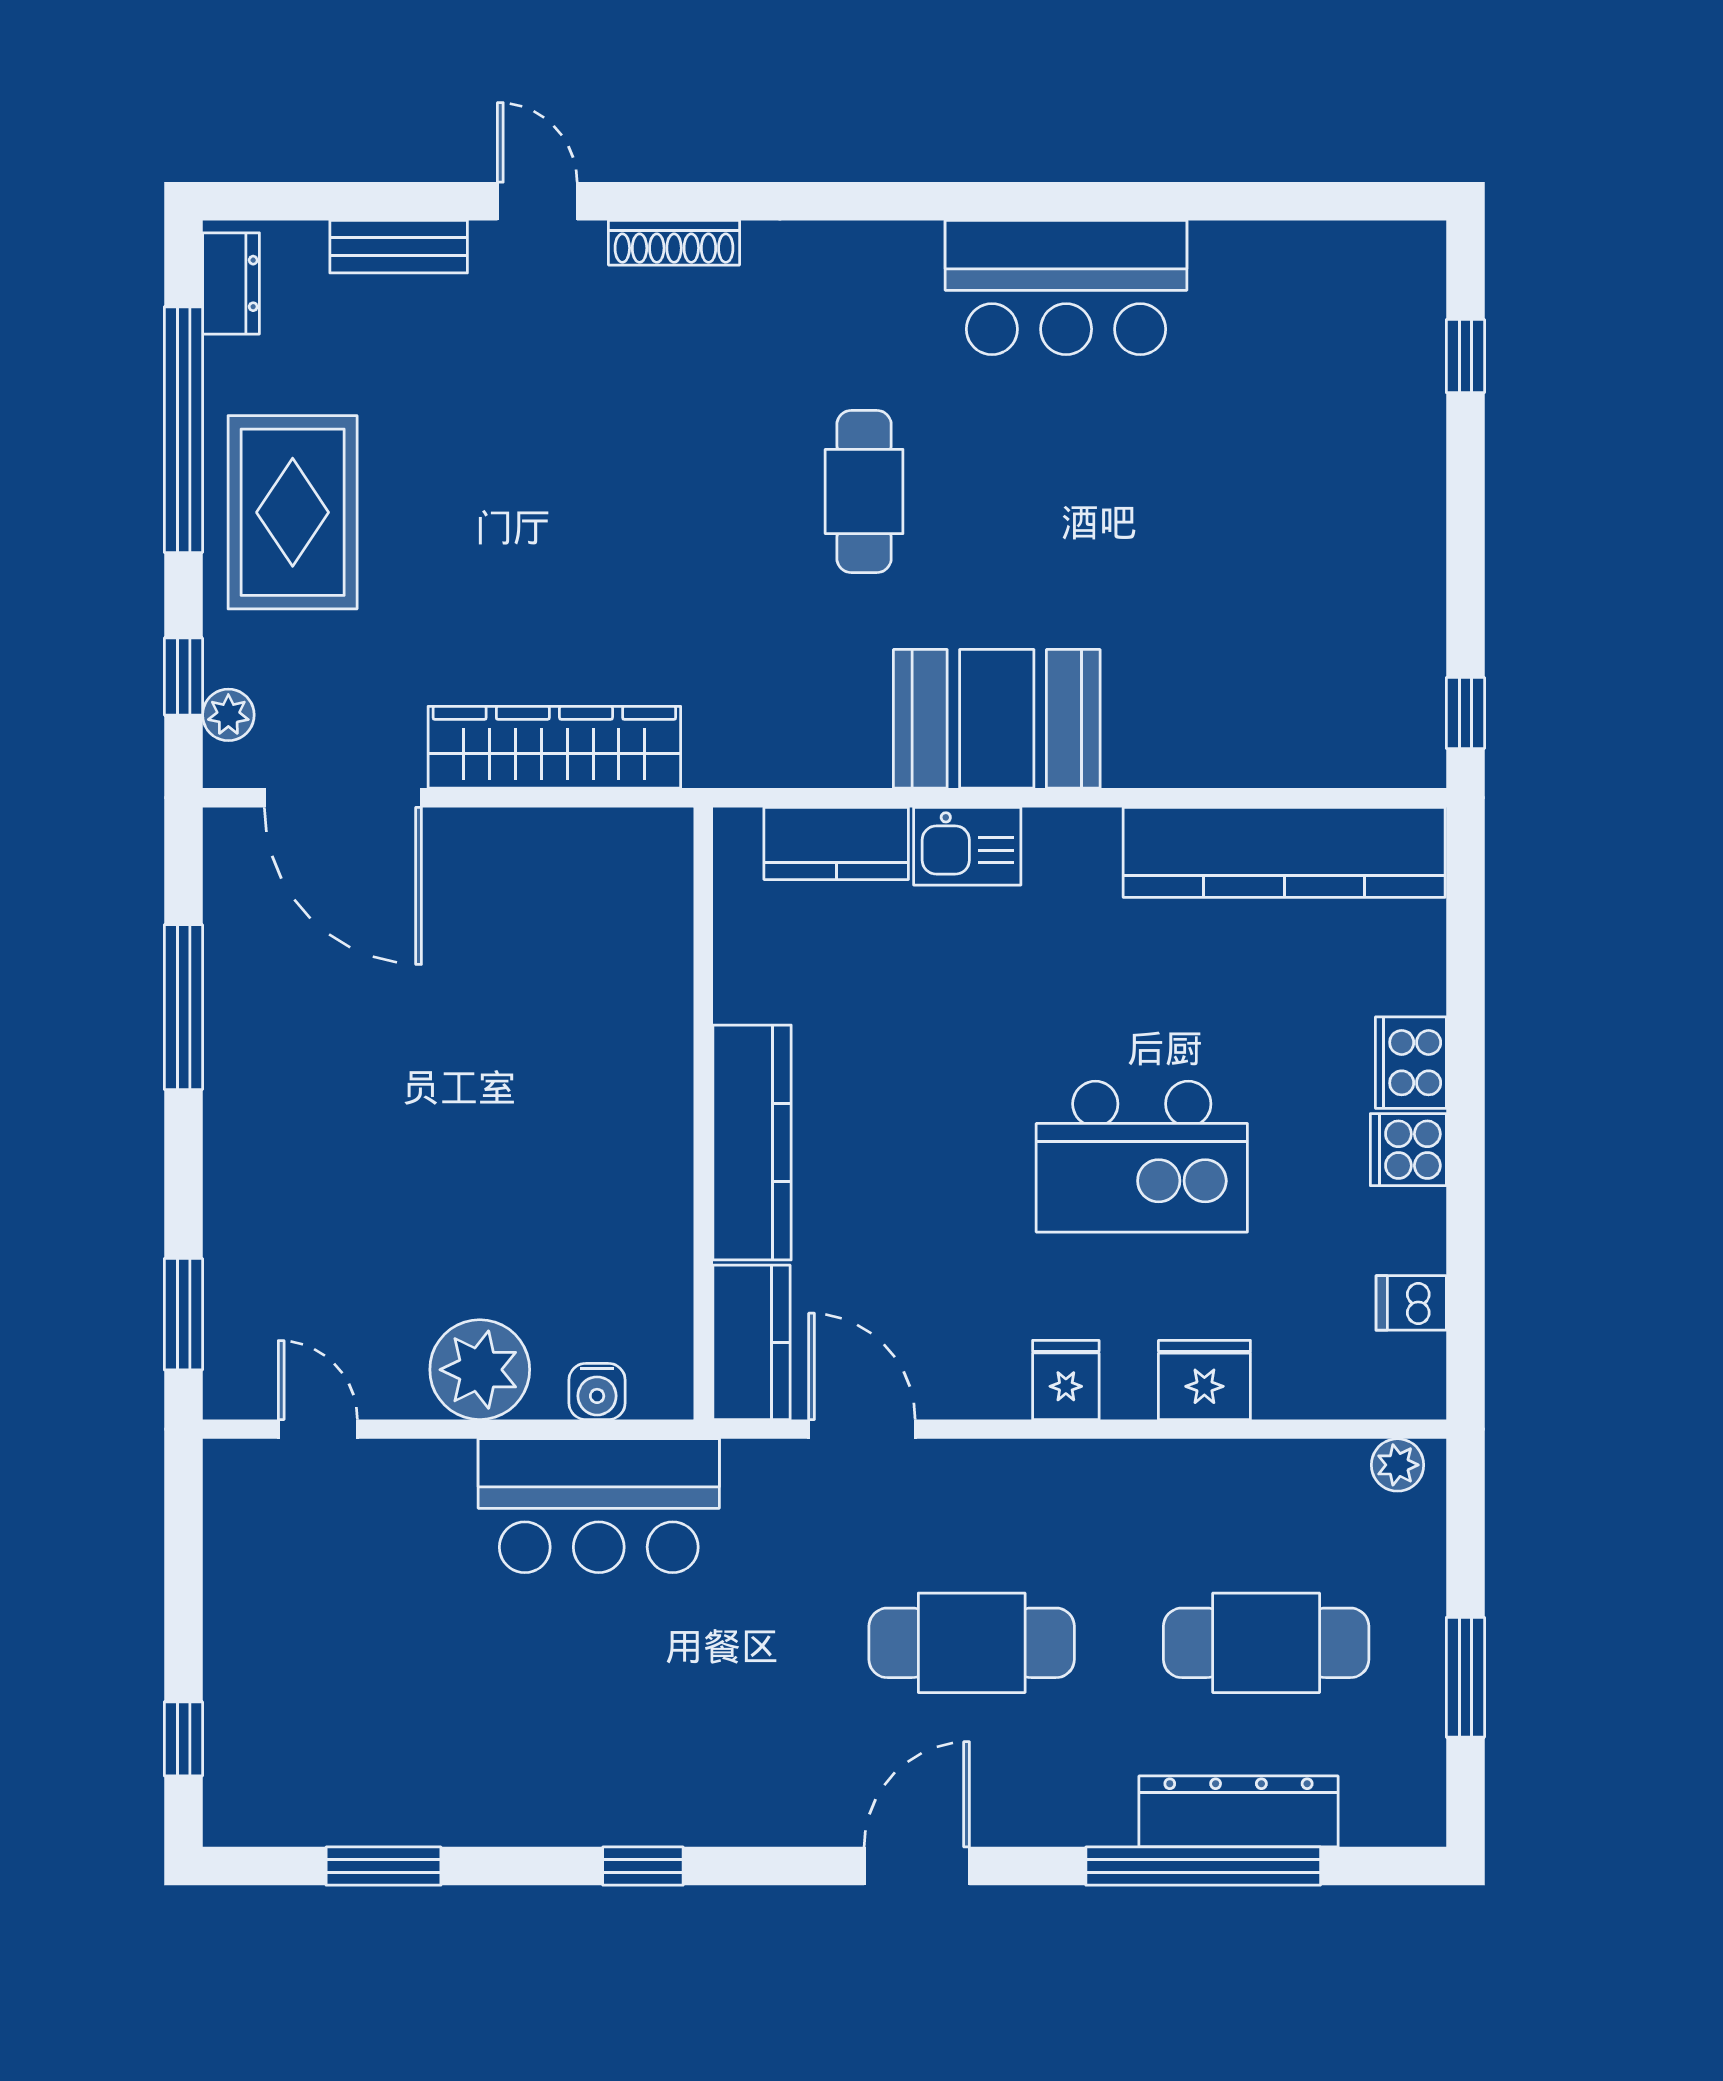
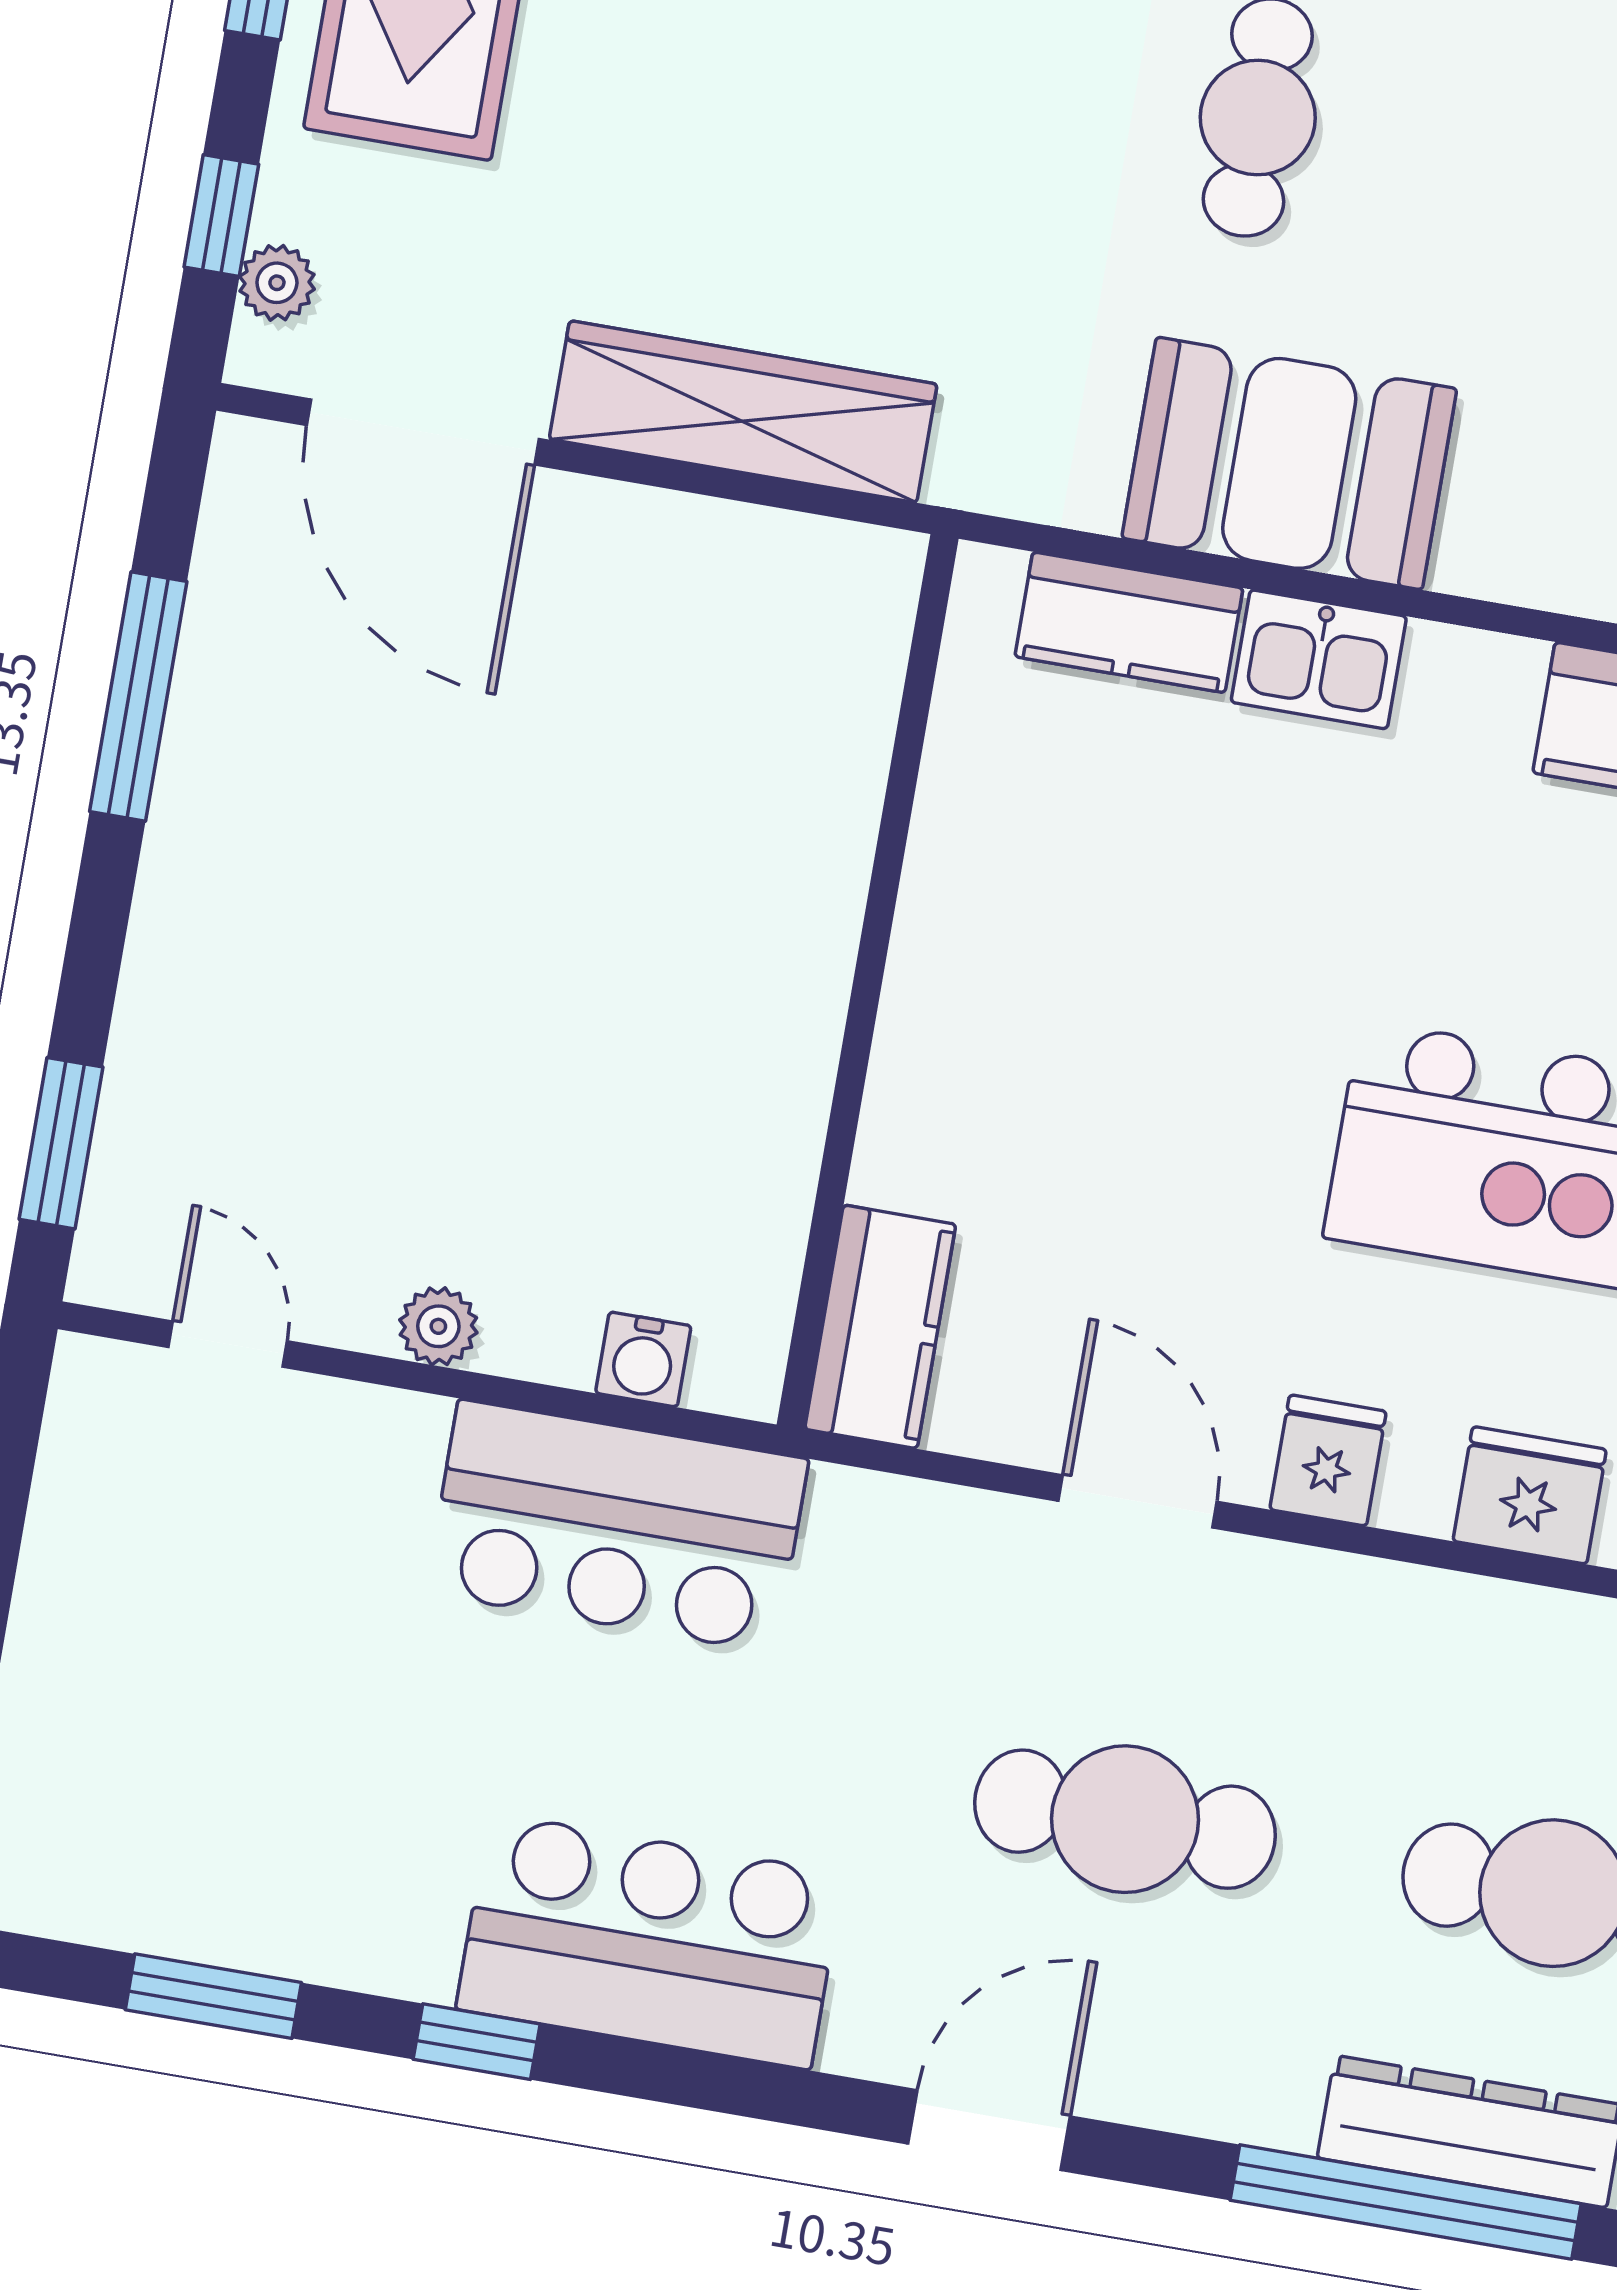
booth: (997, 719) -> (1289, 463), moved
kitchen counter: (752, 1142) -> (931, 1036), removed
plant: (480, 1370) -> (438, 1326), width x0.53, depth x0.53
door: (862, 1429) -> (1138, 1501), moved
bar counter: (669, 1779) -> (650, 1941), added
window: (643, 1866) -> (477, 2042), moved

